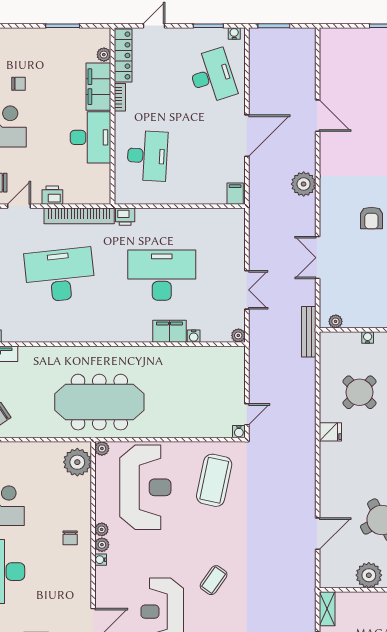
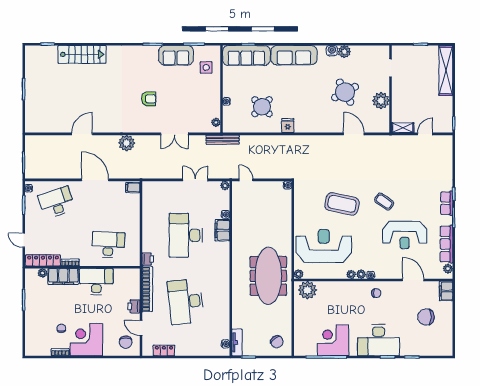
door: (247, 414) -> (246, 180), moved
coffee table: (214, 480) -> (342, 204), moved
chair: (70, 538) -> (376, 293), moved

